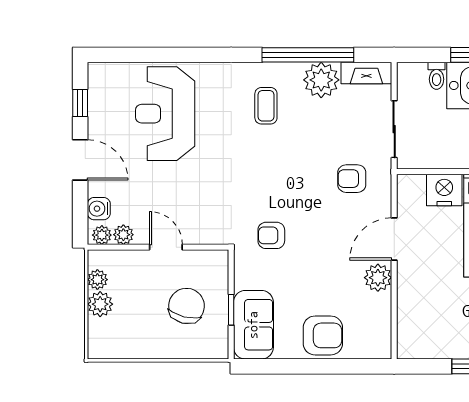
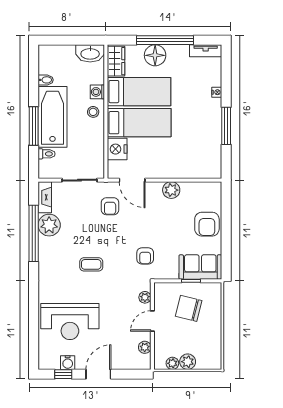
coffee table: (266, 106) -> (91, 264), moved
water cooler: (99, 209) -> (68, 363), moved
plant: (102, 235) -> (145, 297), moved
door: (394, 239) -> (132, 180), moved
armchair: (323, 335) -> (207, 224), turned 180

